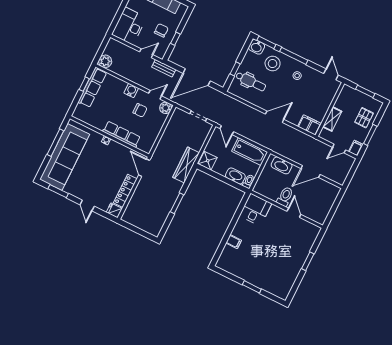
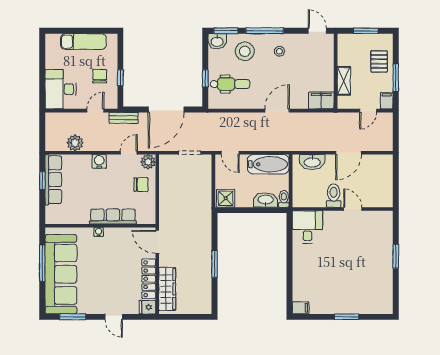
plant: (105, 61) -> (75, 143), moved
chair: (140, 110) -> (141, 185), moved
wardrobe: (186, 165) -> (167, 289), moved, turned 180
filing cabinet: (234, 242) -> (301, 308), moved

